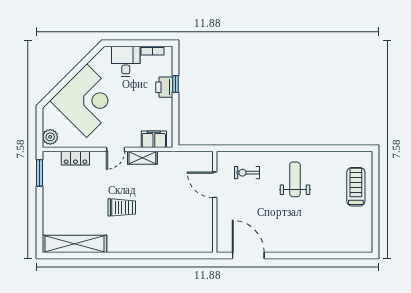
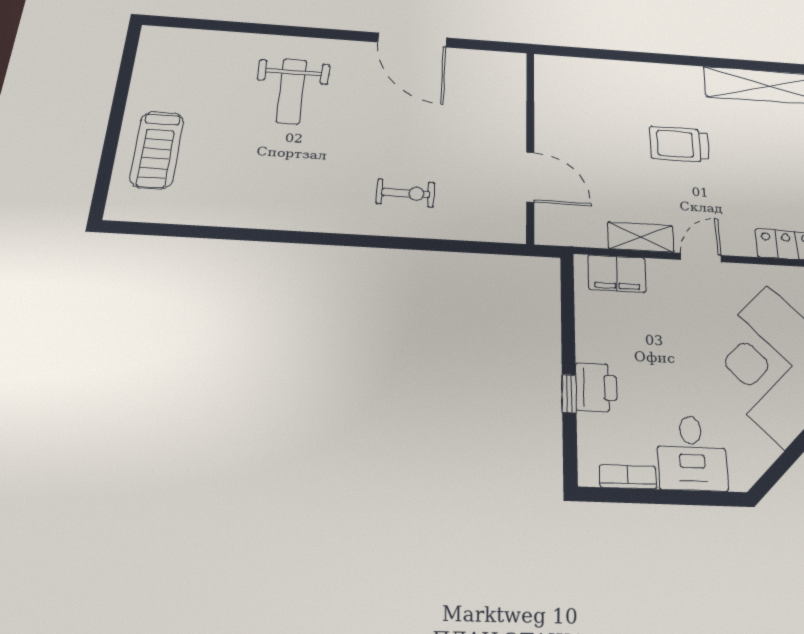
weight bench: (295, 179) -> (291, 91), moved
door: (215, 185) -> (530, 177), moved
wall: (215, 202) -> (530, 145), moved

